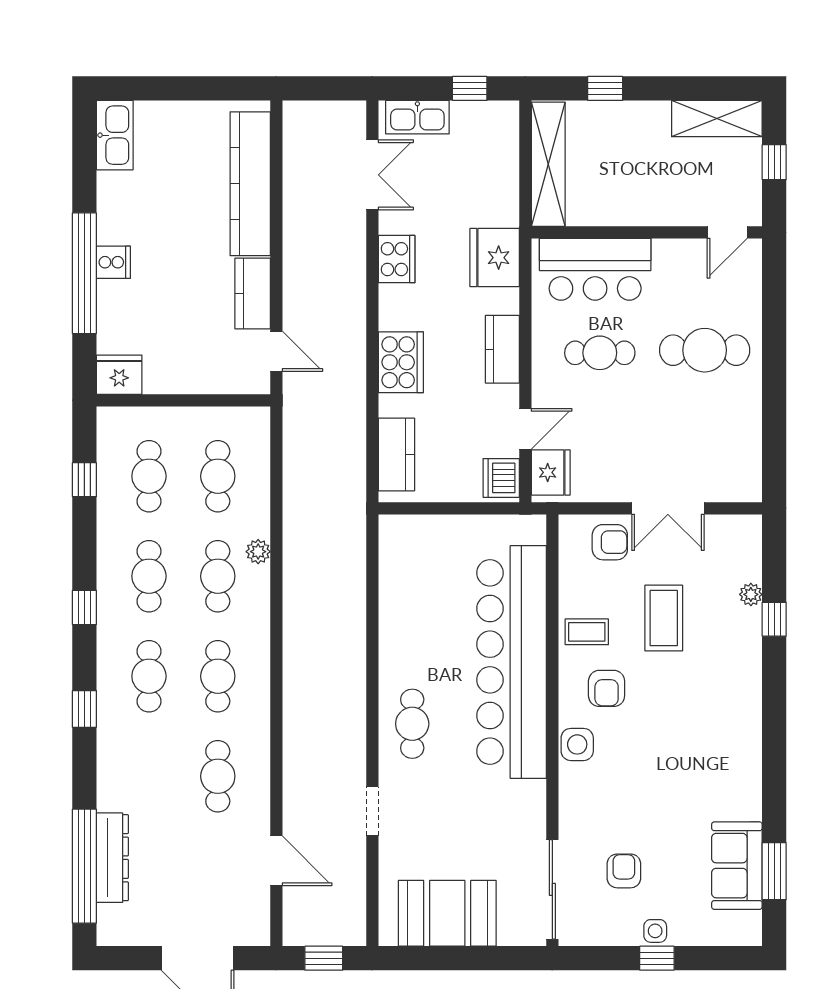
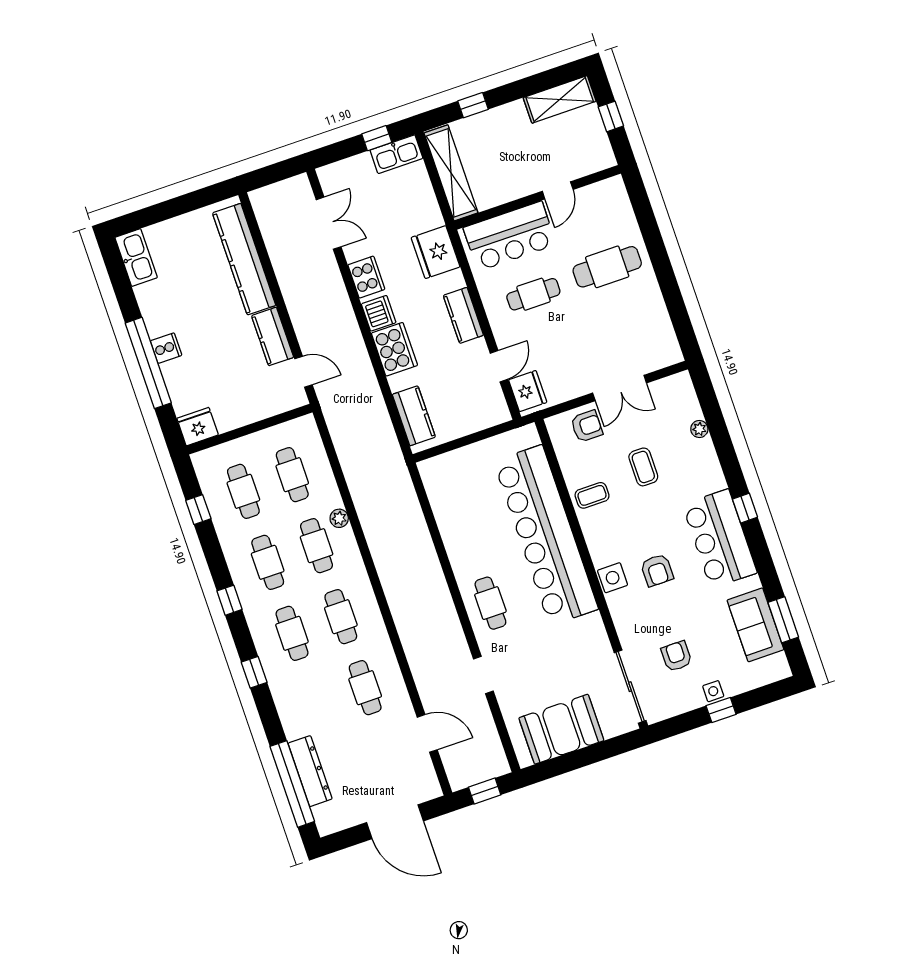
kitchen sink: (417, 117) -> (396, 154), moved
door: (727, 232) -> (558, 190), moved
dishwasher: (501, 478) -> (379, 313), moved, turned 180
coffee table: (664, 618) -> (643, 467), width x0.73, depth x0.77
window: (774, 619) -> (745, 508), moved
armchair: (607, 688) -> (657, 570), moved
bar counter: (729, 741) -> (720, 539), added

